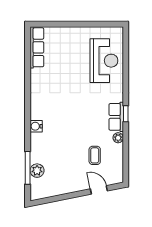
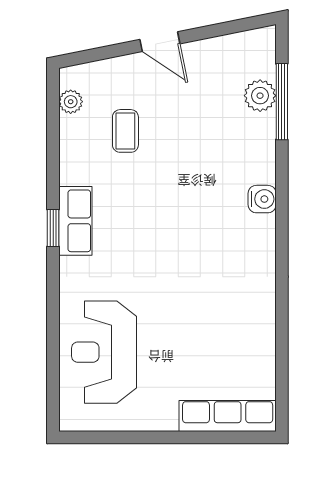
row of seats: (37, 47) -> (228, 416), moved, turned 90
plant: (118, 138) -> (71, 102), moved
door: (99, 190) -> (160, 42), moved

